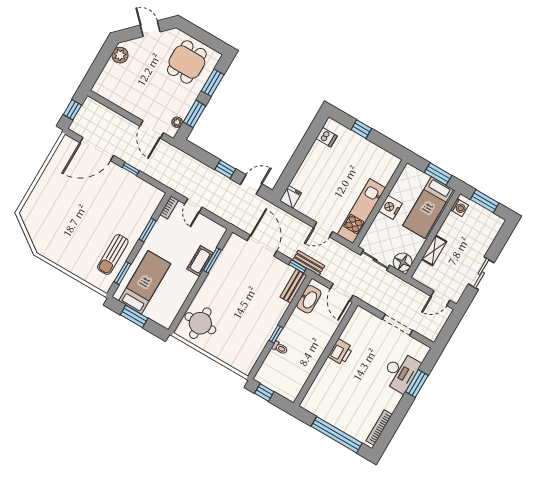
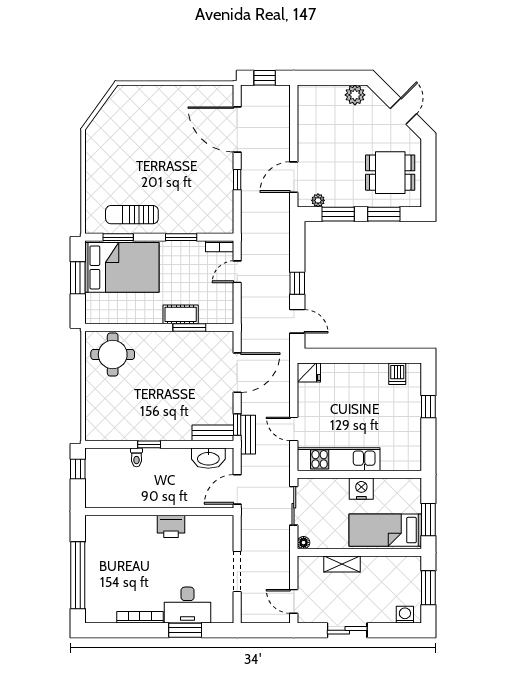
washing machine: (459, 208) -> (405, 615), moved, turned 180
floor lamp: (403, 262) -> (304, 543), width x0.53, depth x0.53
bed: (145, 282) -> (122, 267), width x1.50
bookcase: (379, 428) -> (140, 617), moved

